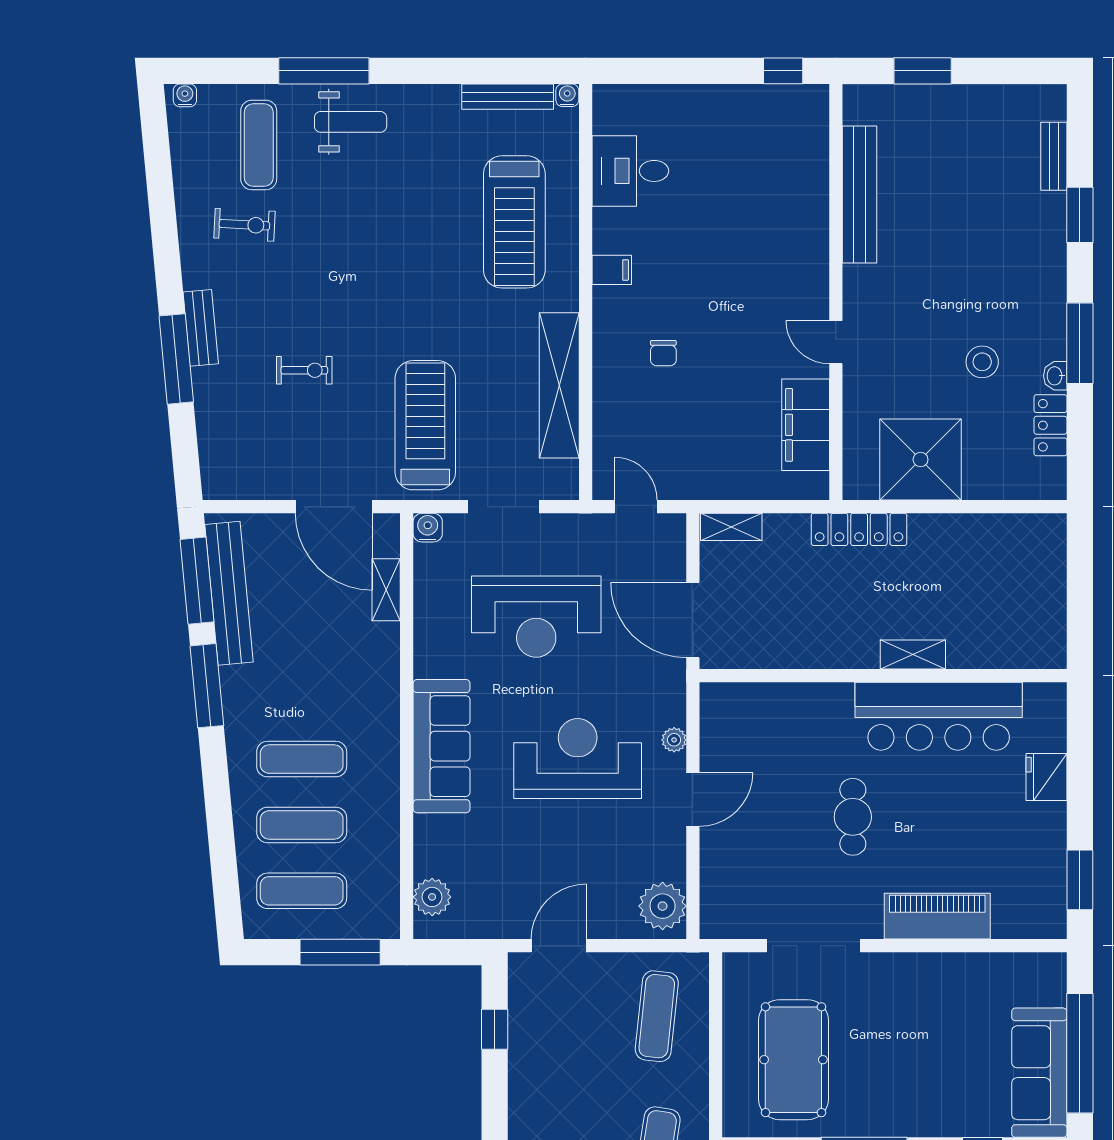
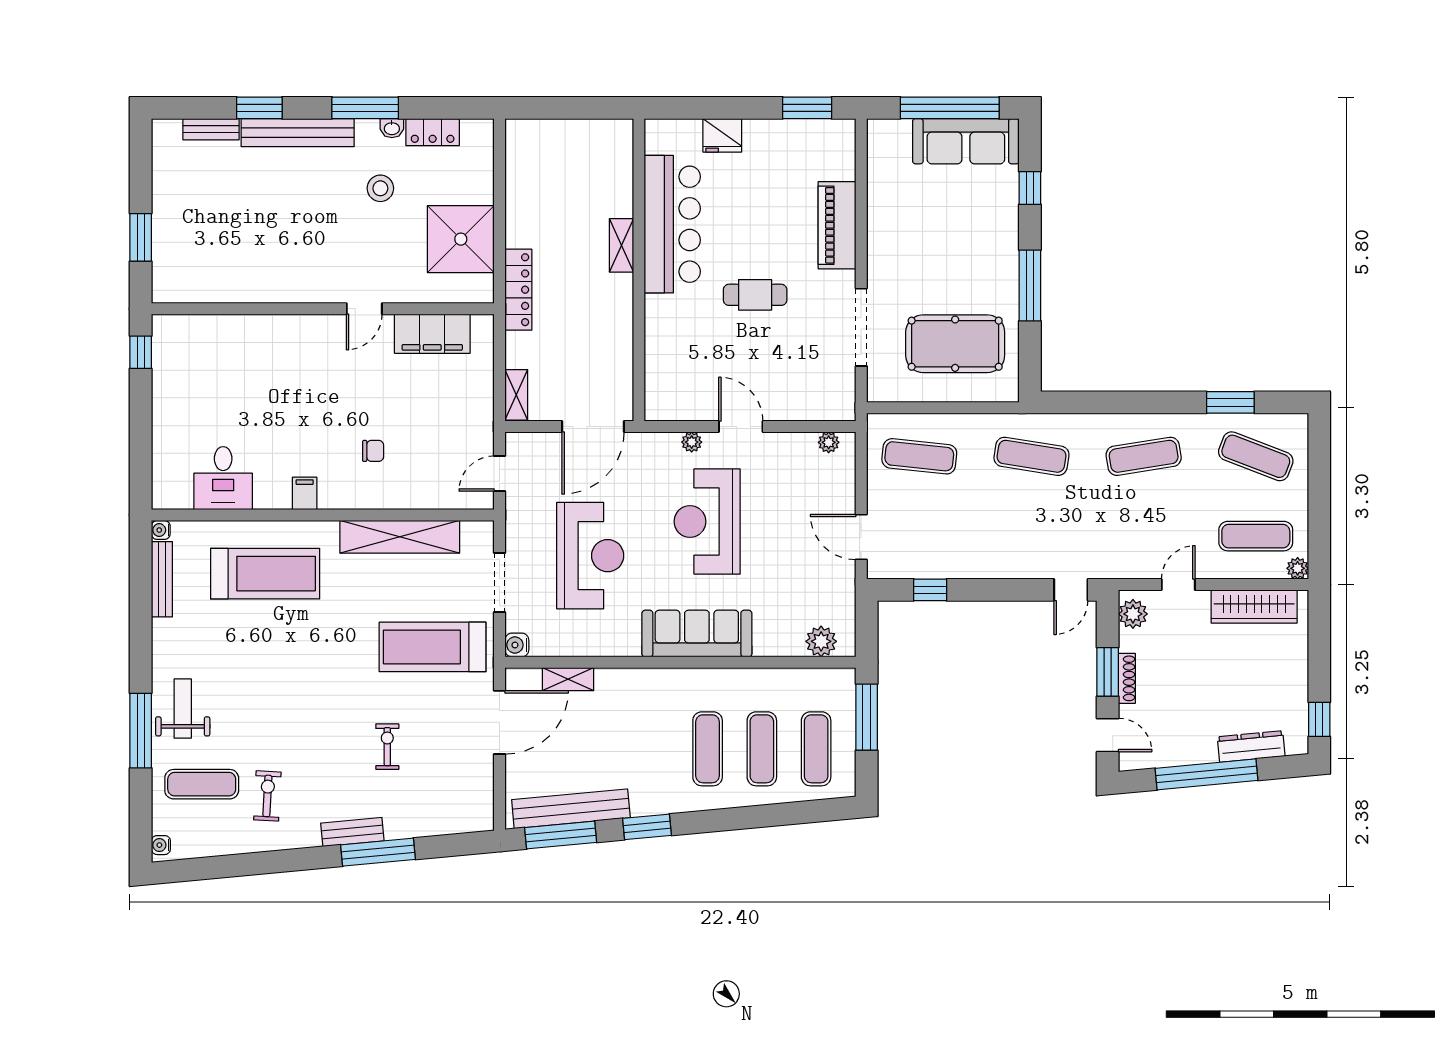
bench: (860, 194) -> (298, 133), moved
window: (207, 686) -> (647, 827), width x0.69
plant: (663, 906) -> (829, 442), width x0.53, depth x0.53

